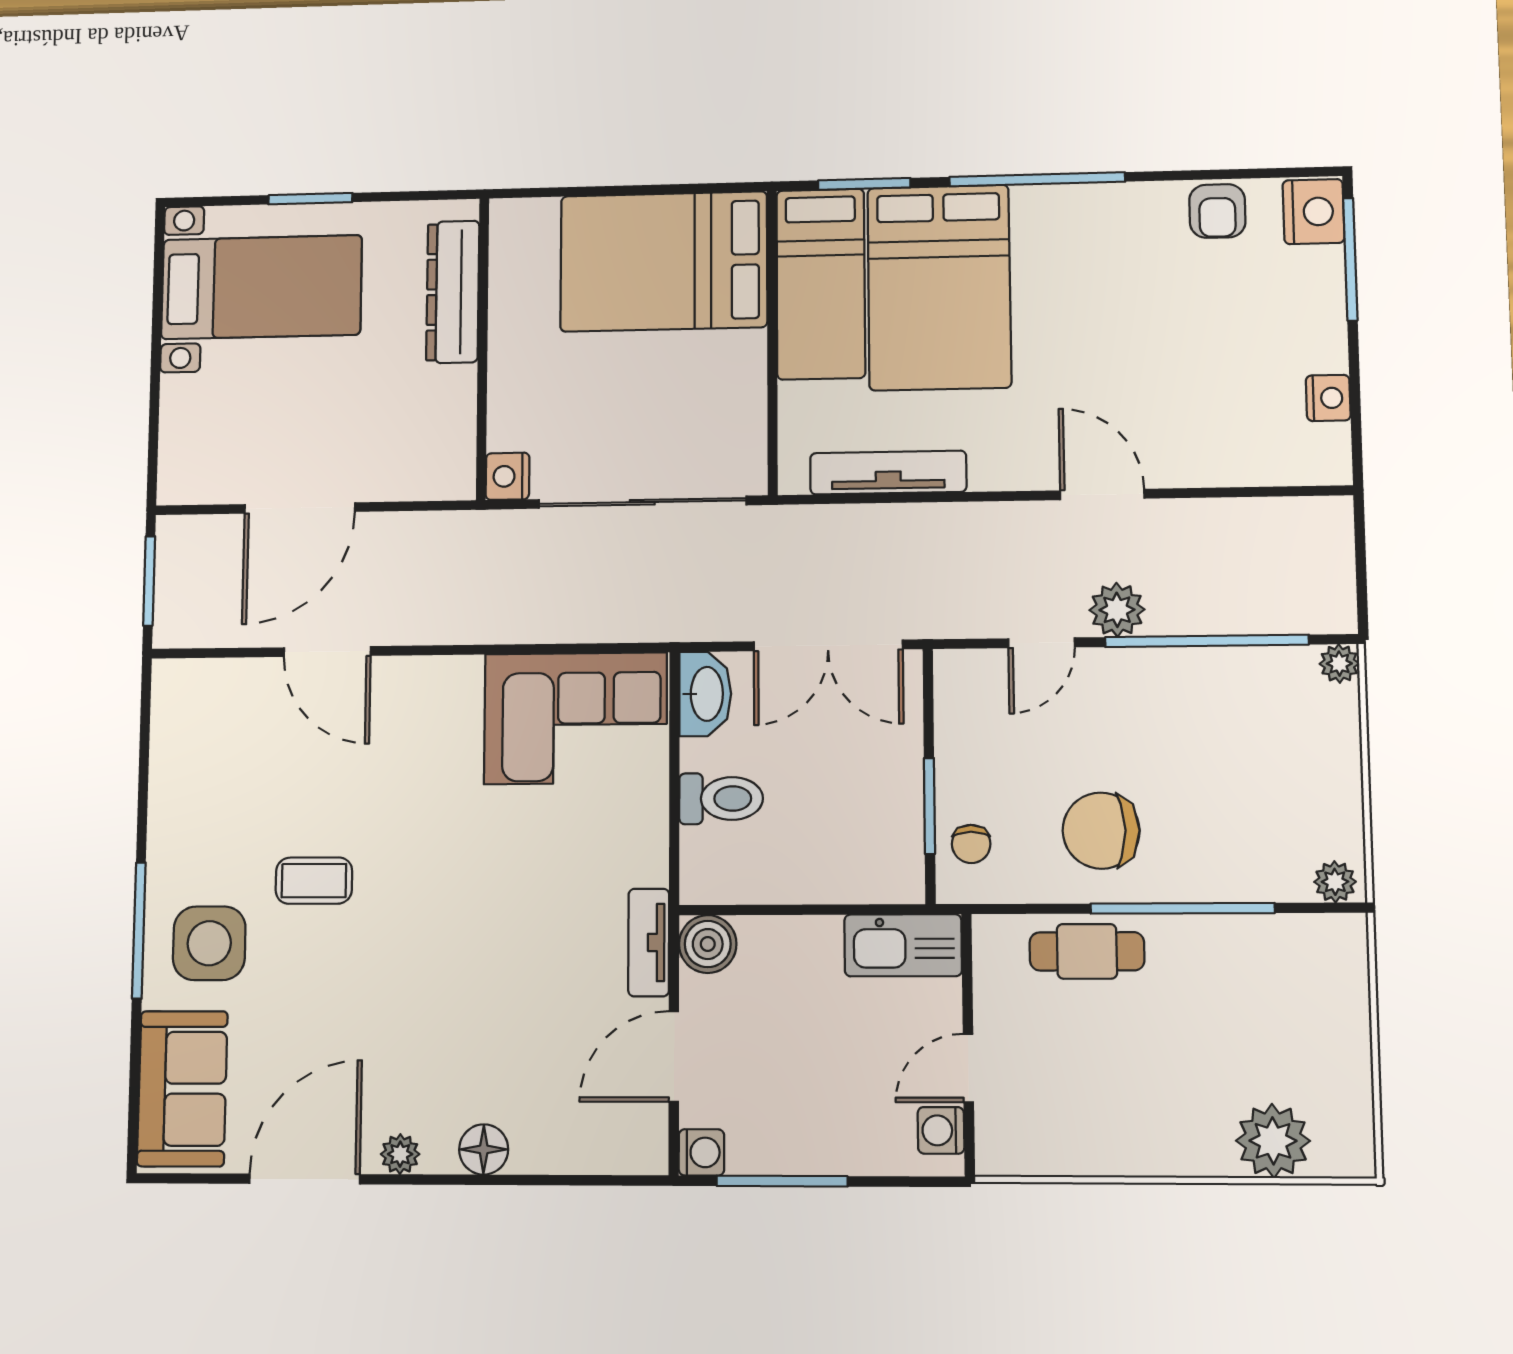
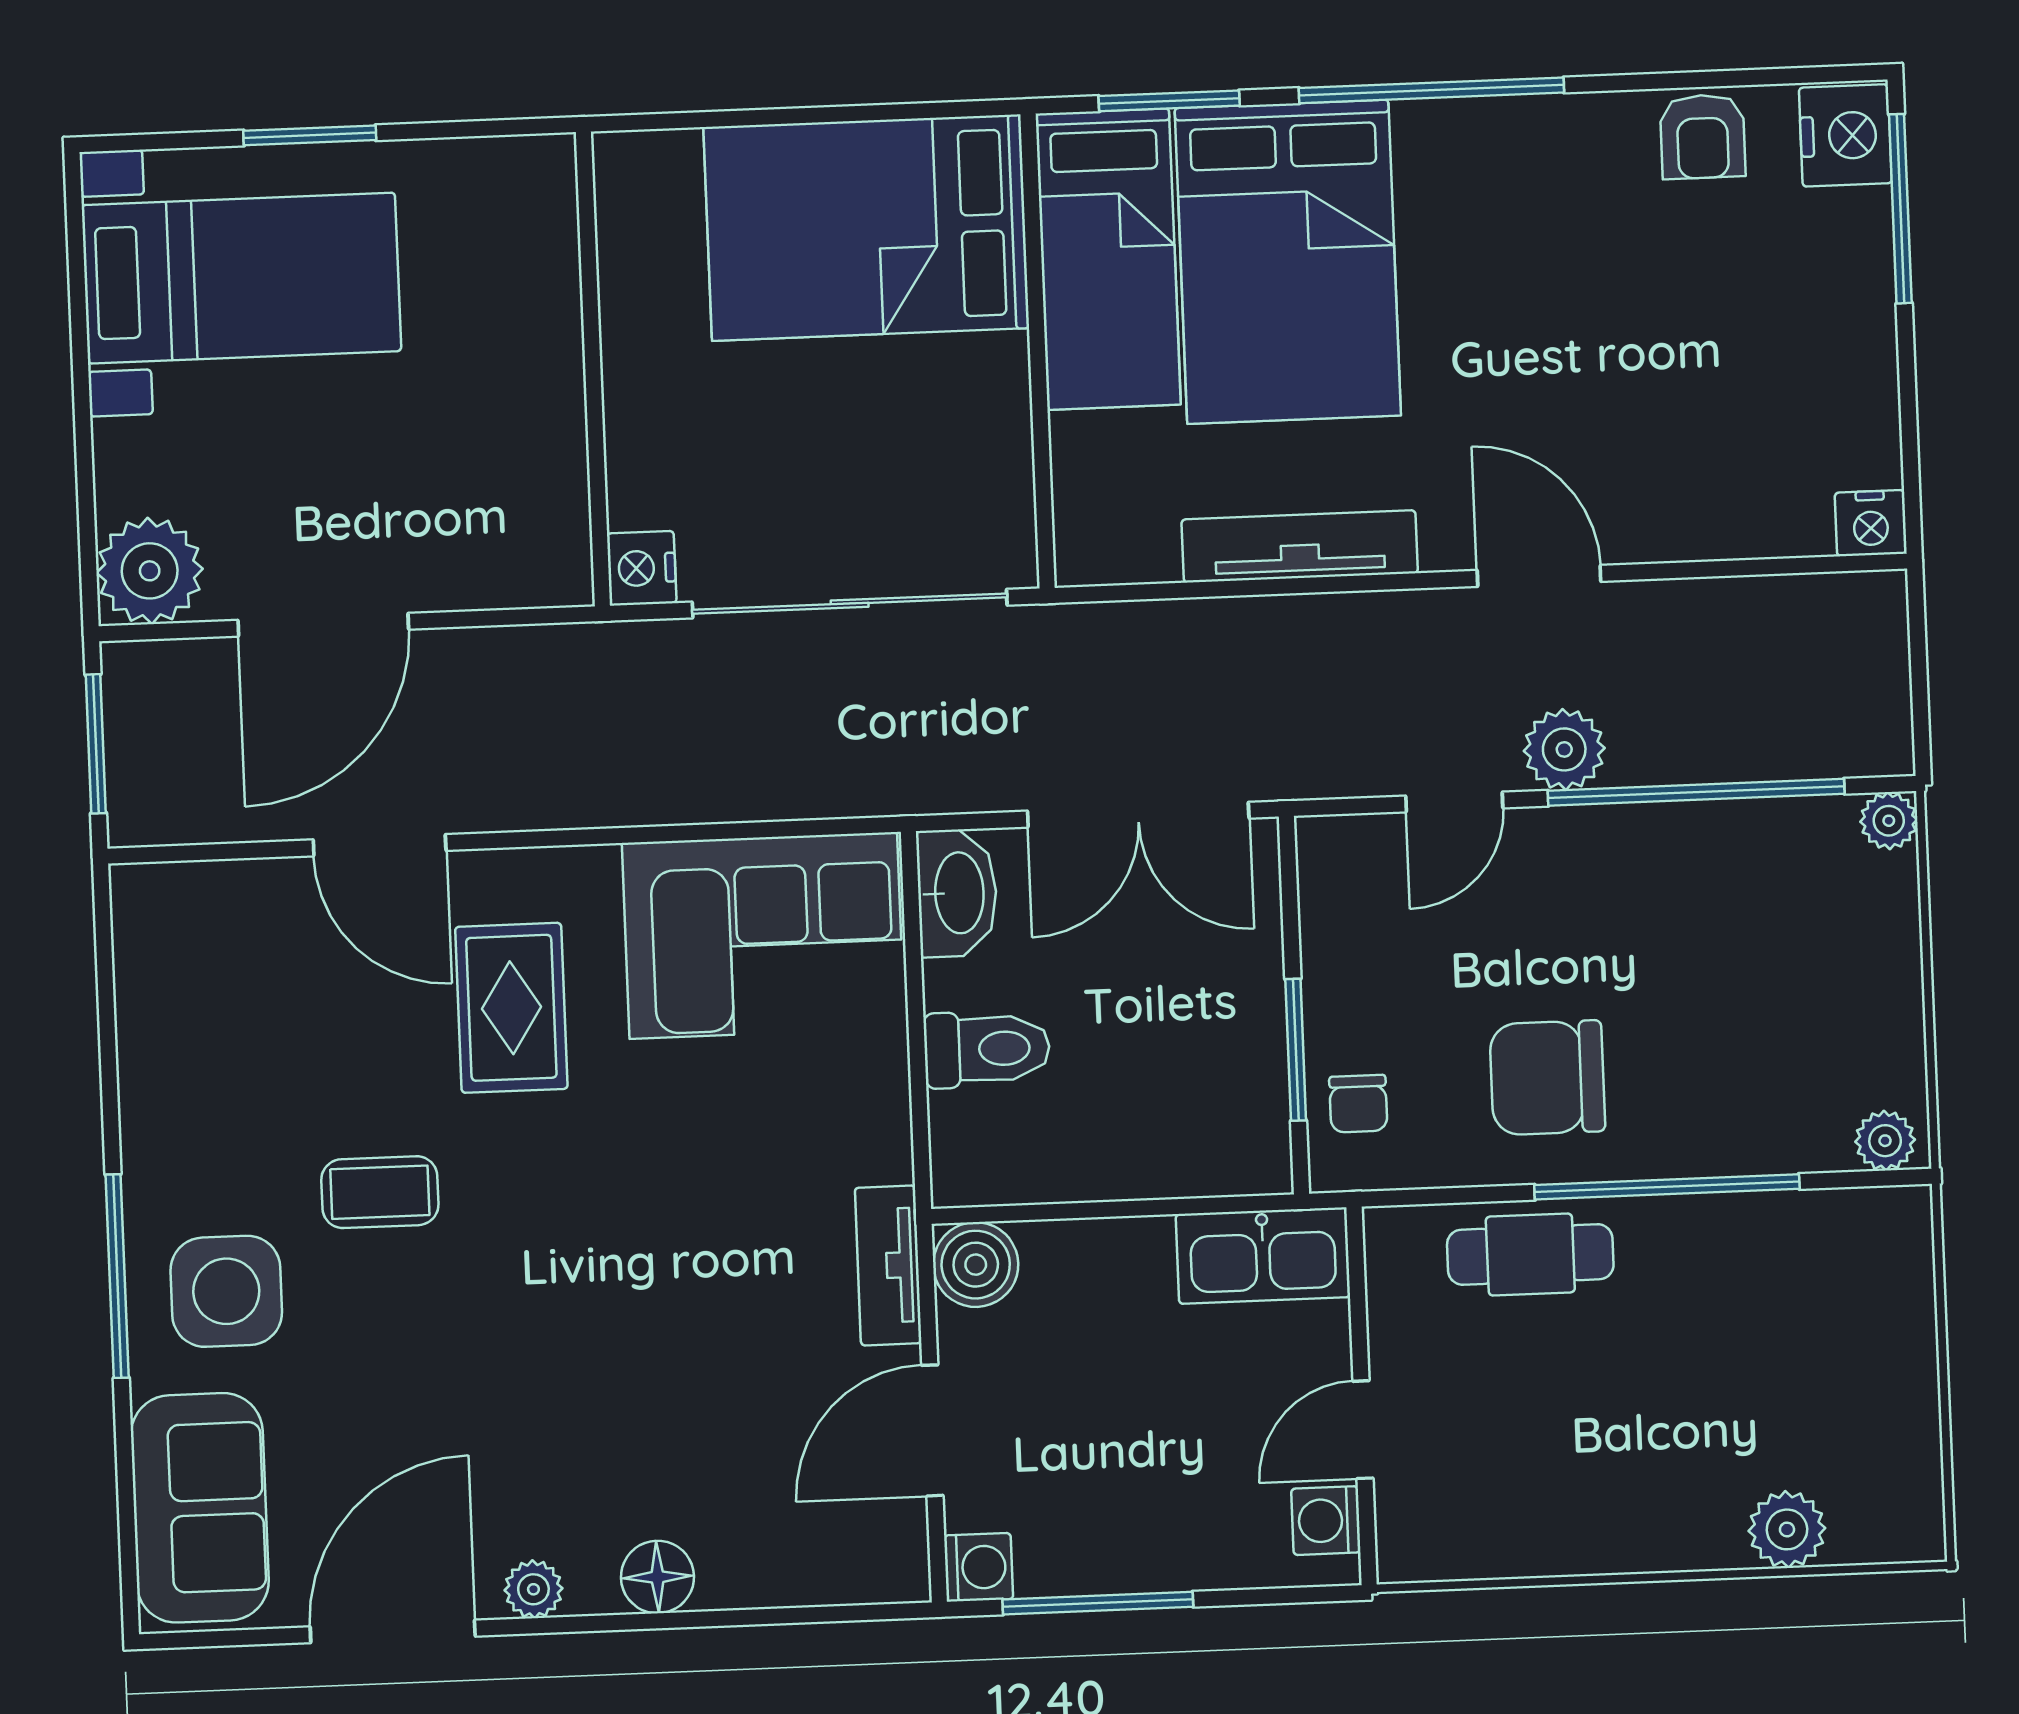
dresser: (453, 292) -> (542, 281), removed
nightstand: (1328, 398) -> (1871, 523), moved, turned 90
plant: (191, 471) -> (150, 571), added
tv unit: (888, 473) -> (1300, 546), moved
rug: (407, 761) -> (511, 1008), added
plant: (1273, 1141) -> (1787, 1529), width x0.73, depth x0.73

